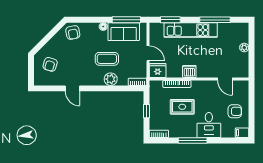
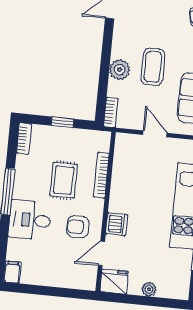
door: (148, 53) -> (155, 134), swing flipped
fridge: (158, 71) -> (114, 281), moved, turned -90
dishwasher: (189, 71) -> (117, 224), moved
armchair: (235, 111) -> (78, 227), moved, turned 90

